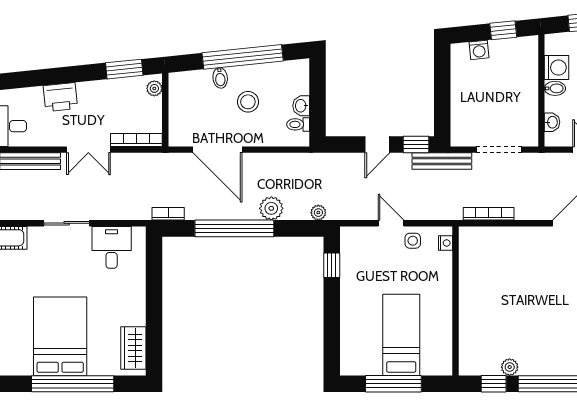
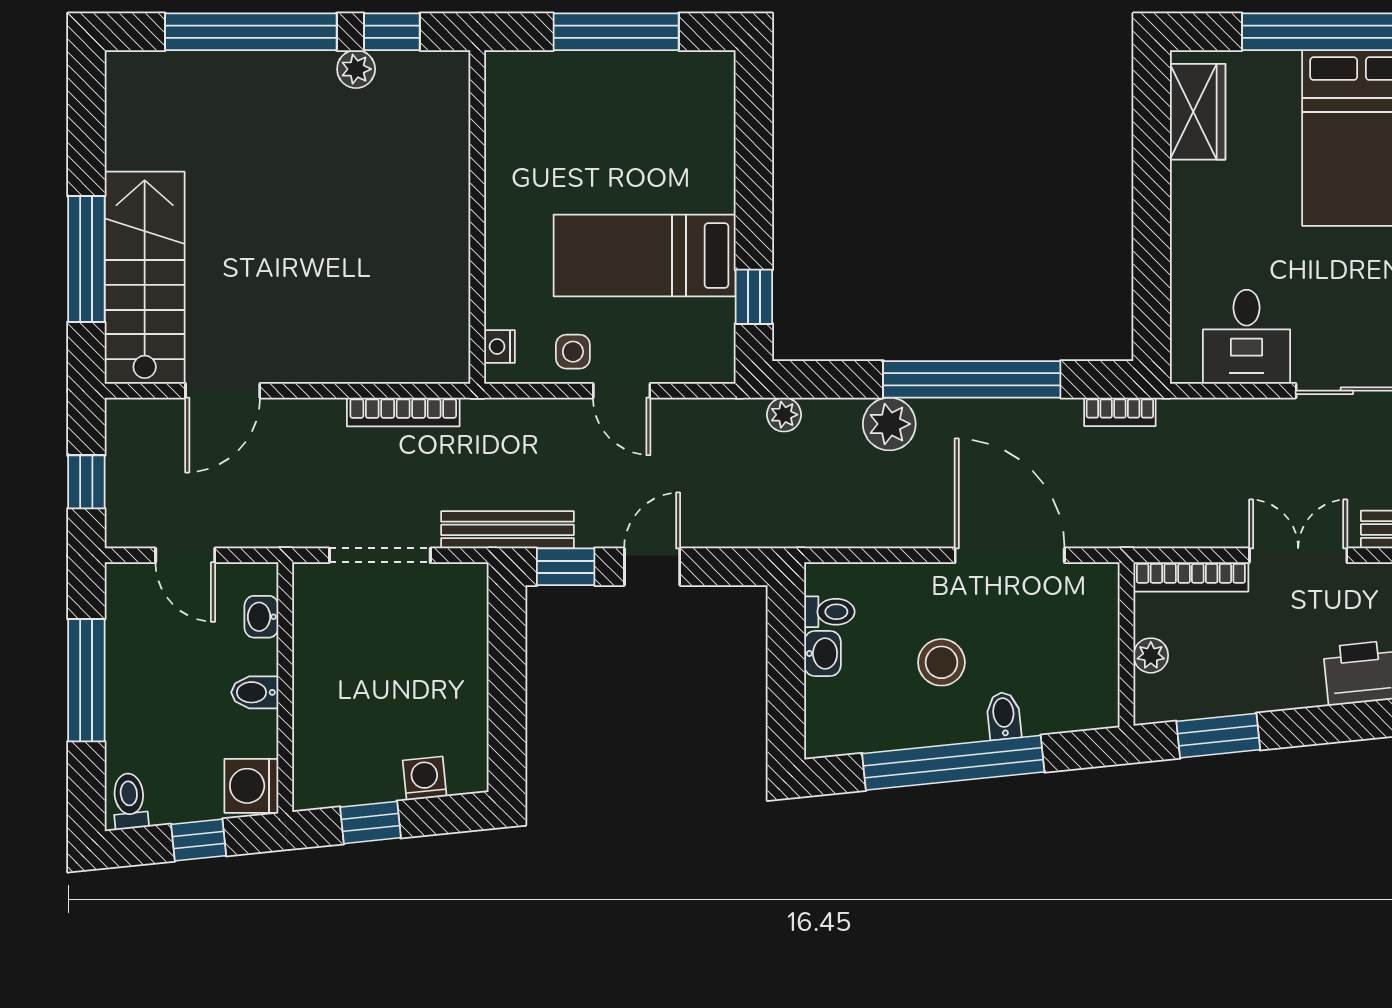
washing machine: (556, 68) -> (251, 786), moved
plant: (154, 88) -> (1151, 655), moved
bed: (401, 335) -> (645, 256), moved, turned 90

